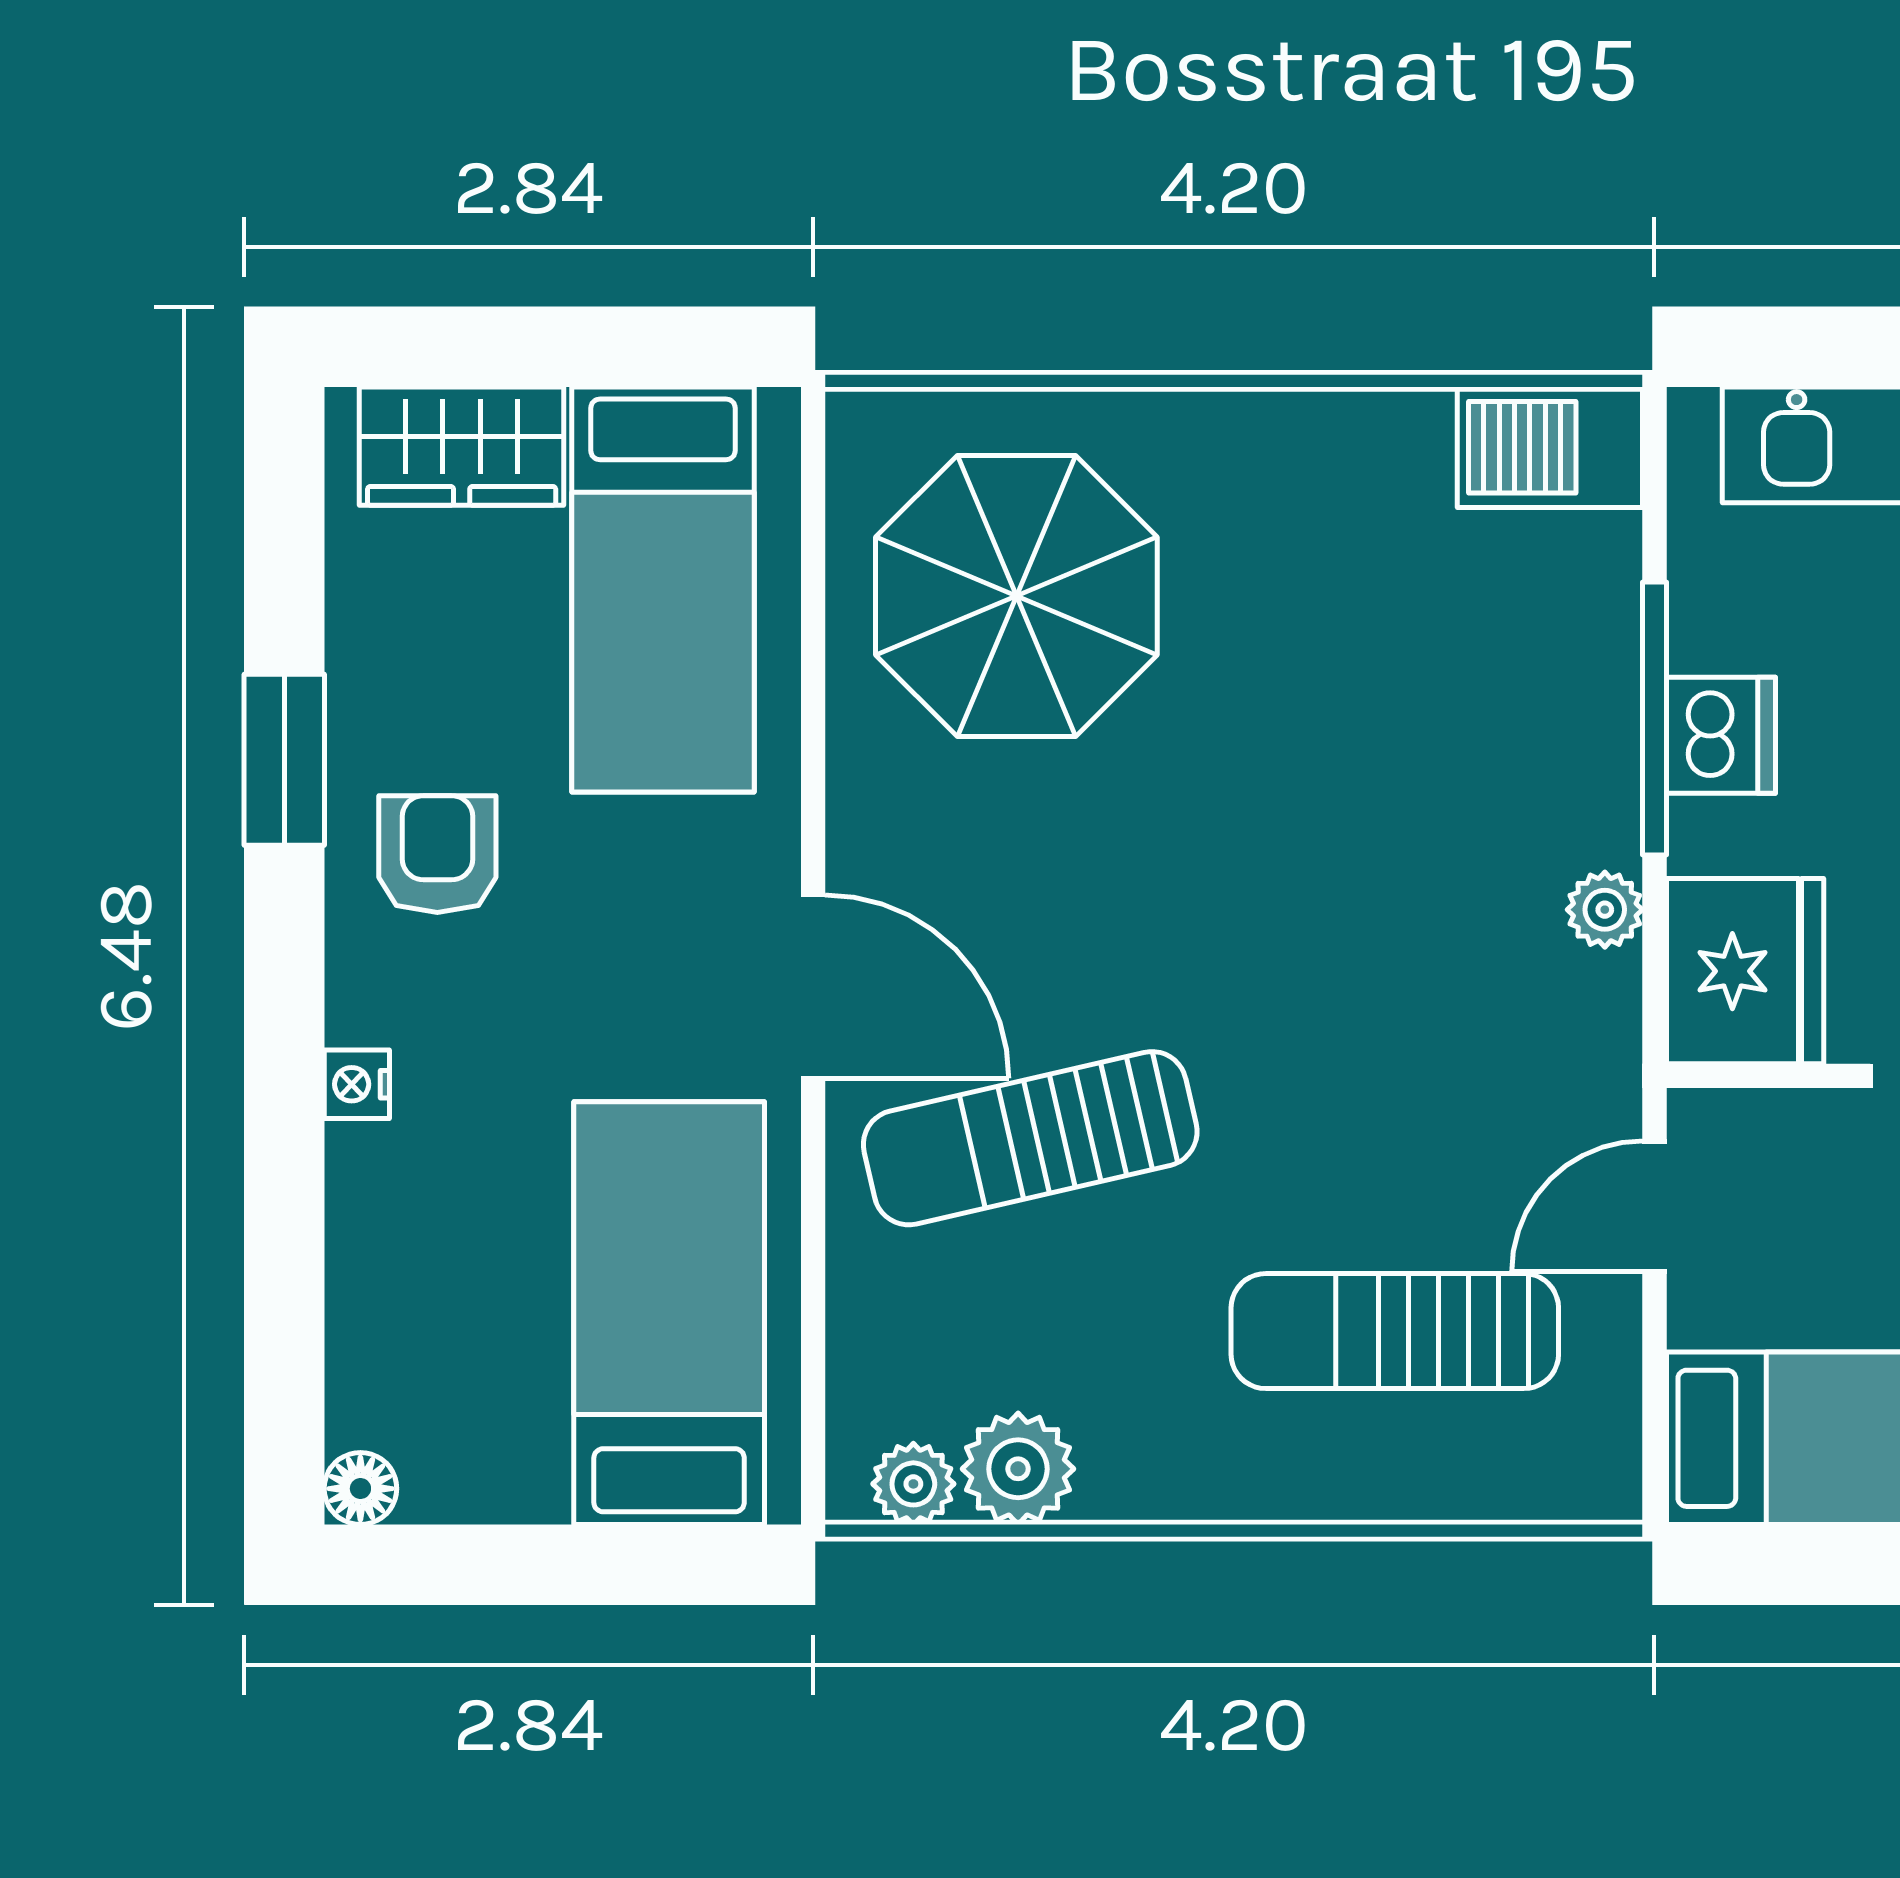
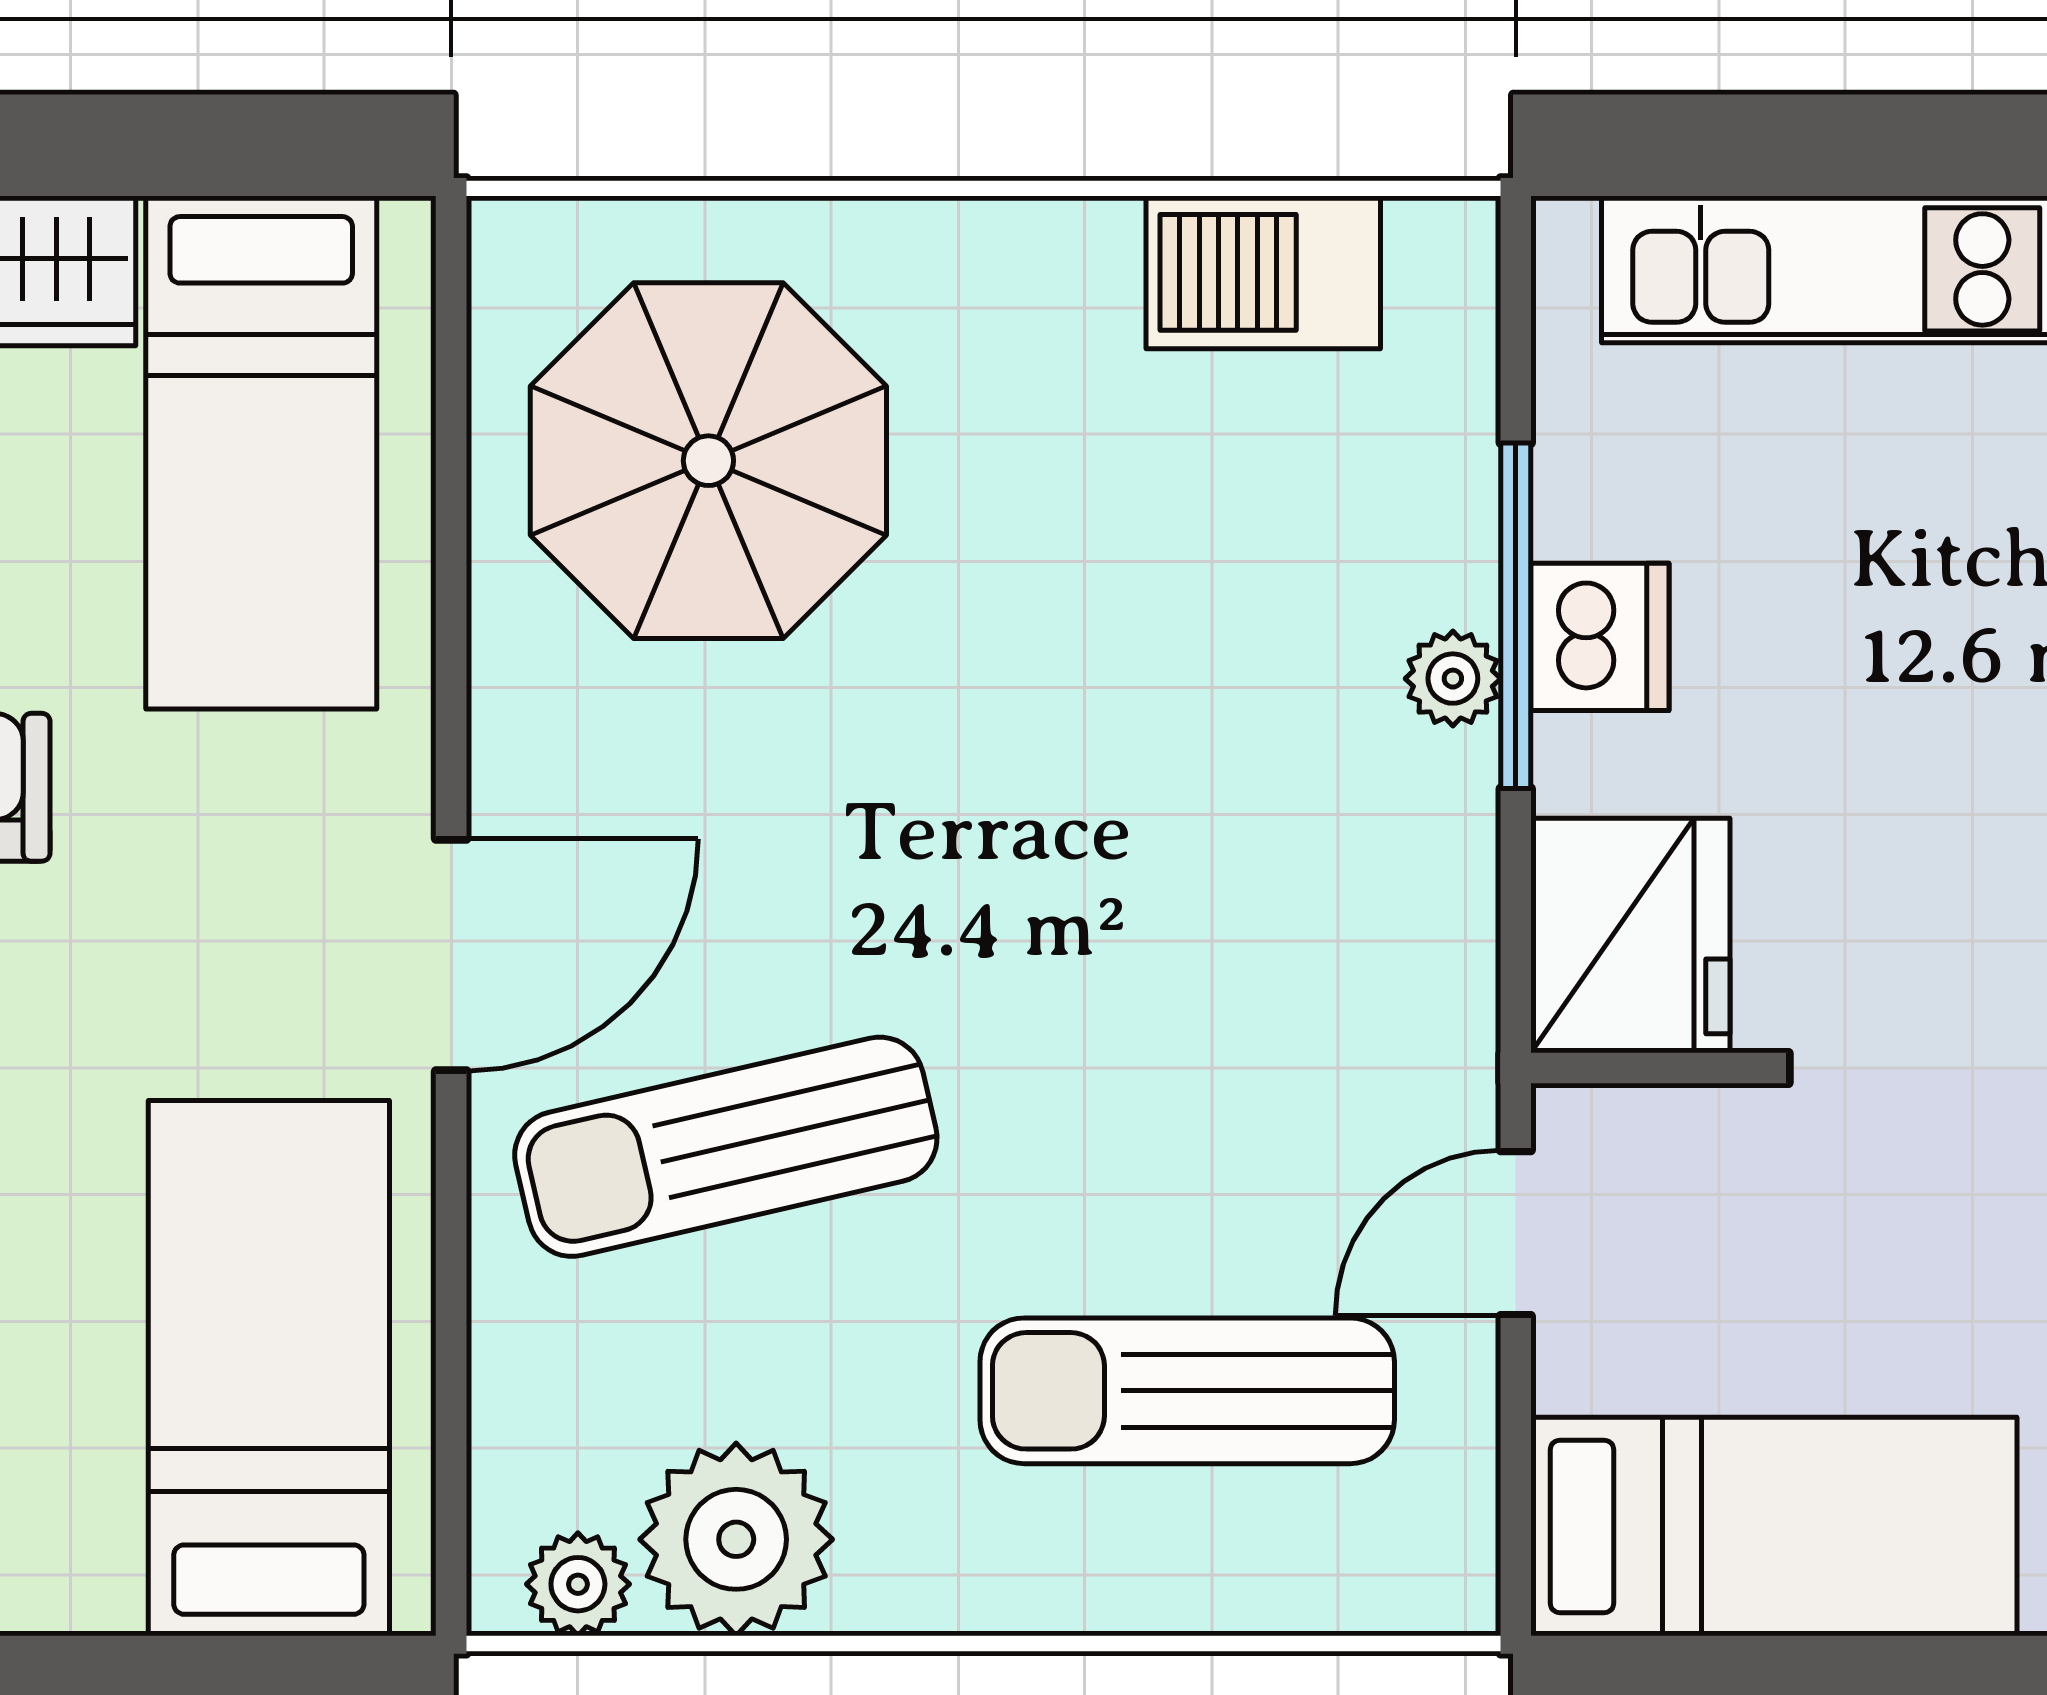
barbecue: (1550, 447) -> (1263, 272), moved
plant: (1605, 910) -> (1453, 679), moved
door: (813, 987) -> (451, 955), hinge flipped
plant: (1018, 1469) -> (736, 1539), width x1.36, depth x1.36

